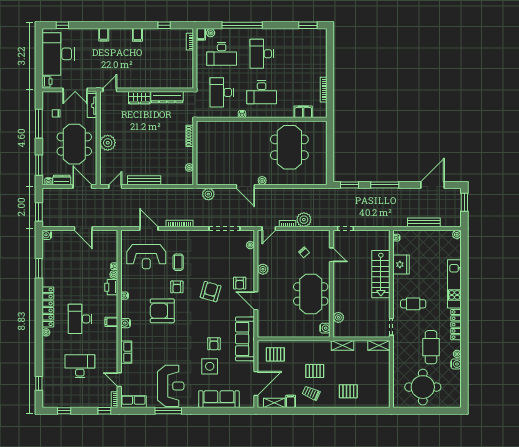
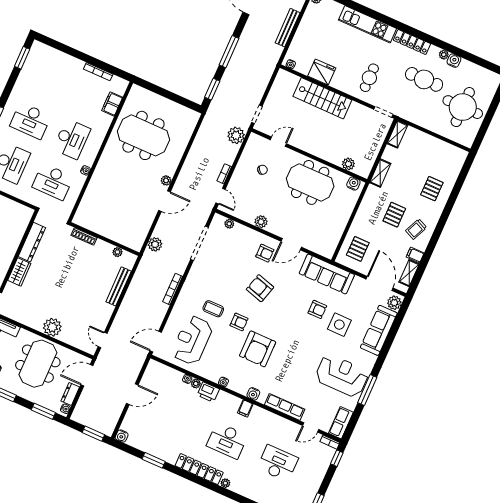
meeting table: (74, 144) -> (38, 364), turned 90
bench: (144, 180) -> (119, 286), moved
plant: (304, 220) -> (236, 135), moved
door: (149, 229) -> (156, 342), moved
reception desk: (146, 257) -> (192, 340), turned 180
row of seats: (126, 352) -> (285, 407), width x1.48
desk: (80, 366) -> (278, 463), turned 90
plant: (246, 402) -> (394, 303), added

